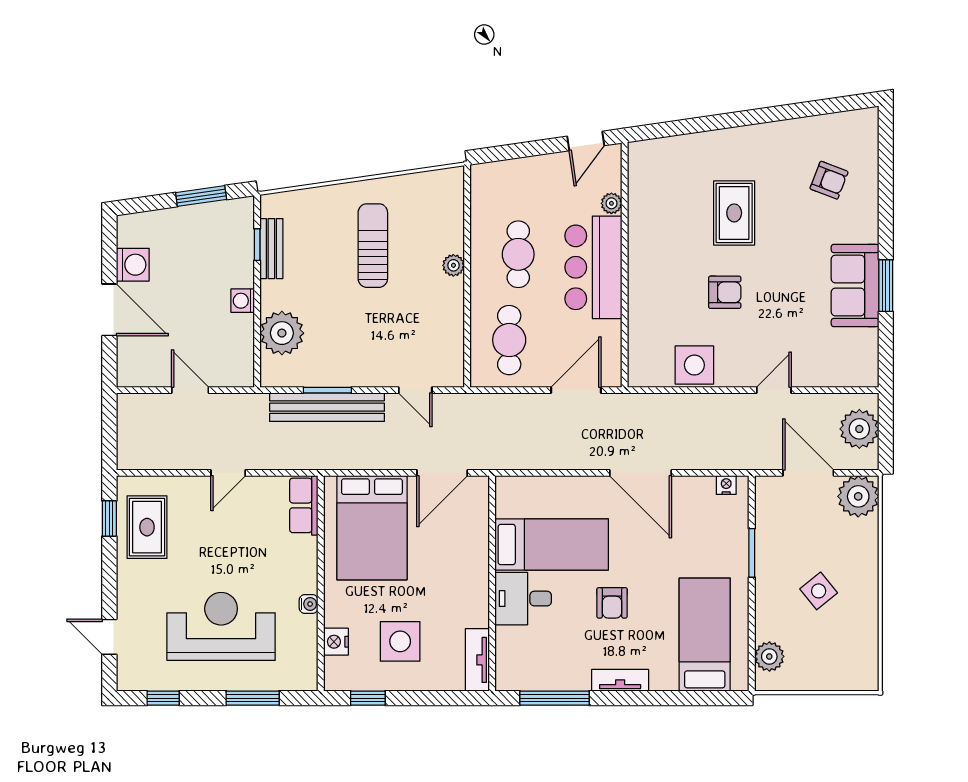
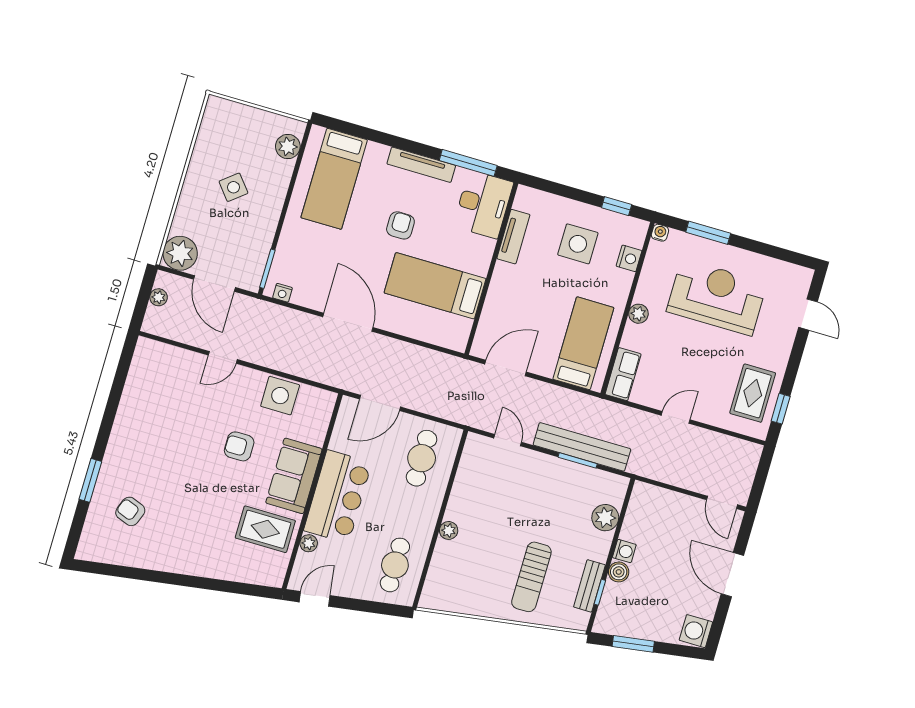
rug: (734, 213) -> (265, 529), moved, turned 90
sun lounger: (373, 246) -> (531, 577), moved
cafe table: (518, 254) -> (395, 565), moved
washing machine: (133, 265) -> (696, 631), moved
boiler: (242, 275) -> (619, 572), added
sofa: (855, 286) -> (294, 476), moved, turned 180
window: (886, 286) -> (90, 480), moved
plant: (282, 333) -> (605, 518), width x0.73, depth x0.73
door: (190, 390) -> (722, 502), moved
plant: (859, 429) -> (159, 297), width x0.53, depth x0.53
bed: (372, 528) -> (583, 343), width x0.67
window: (752, 553) -> (267, 269), moved
plant: (306, 581) -> (638, 314), added
desk: (523, 599) -> (483, 204), moved, width x1.37
water cooler: (309, 604) -> (660, 233), moved, turned 90
reception desk: (221, 626) -> (717, 297), turned 180
tv unit: (477, 660) -> (513, 237), moved
tv unit: (620, 680) -> (421, 165), width x1.41
window: (163, 698) -> (779, 253), removed

